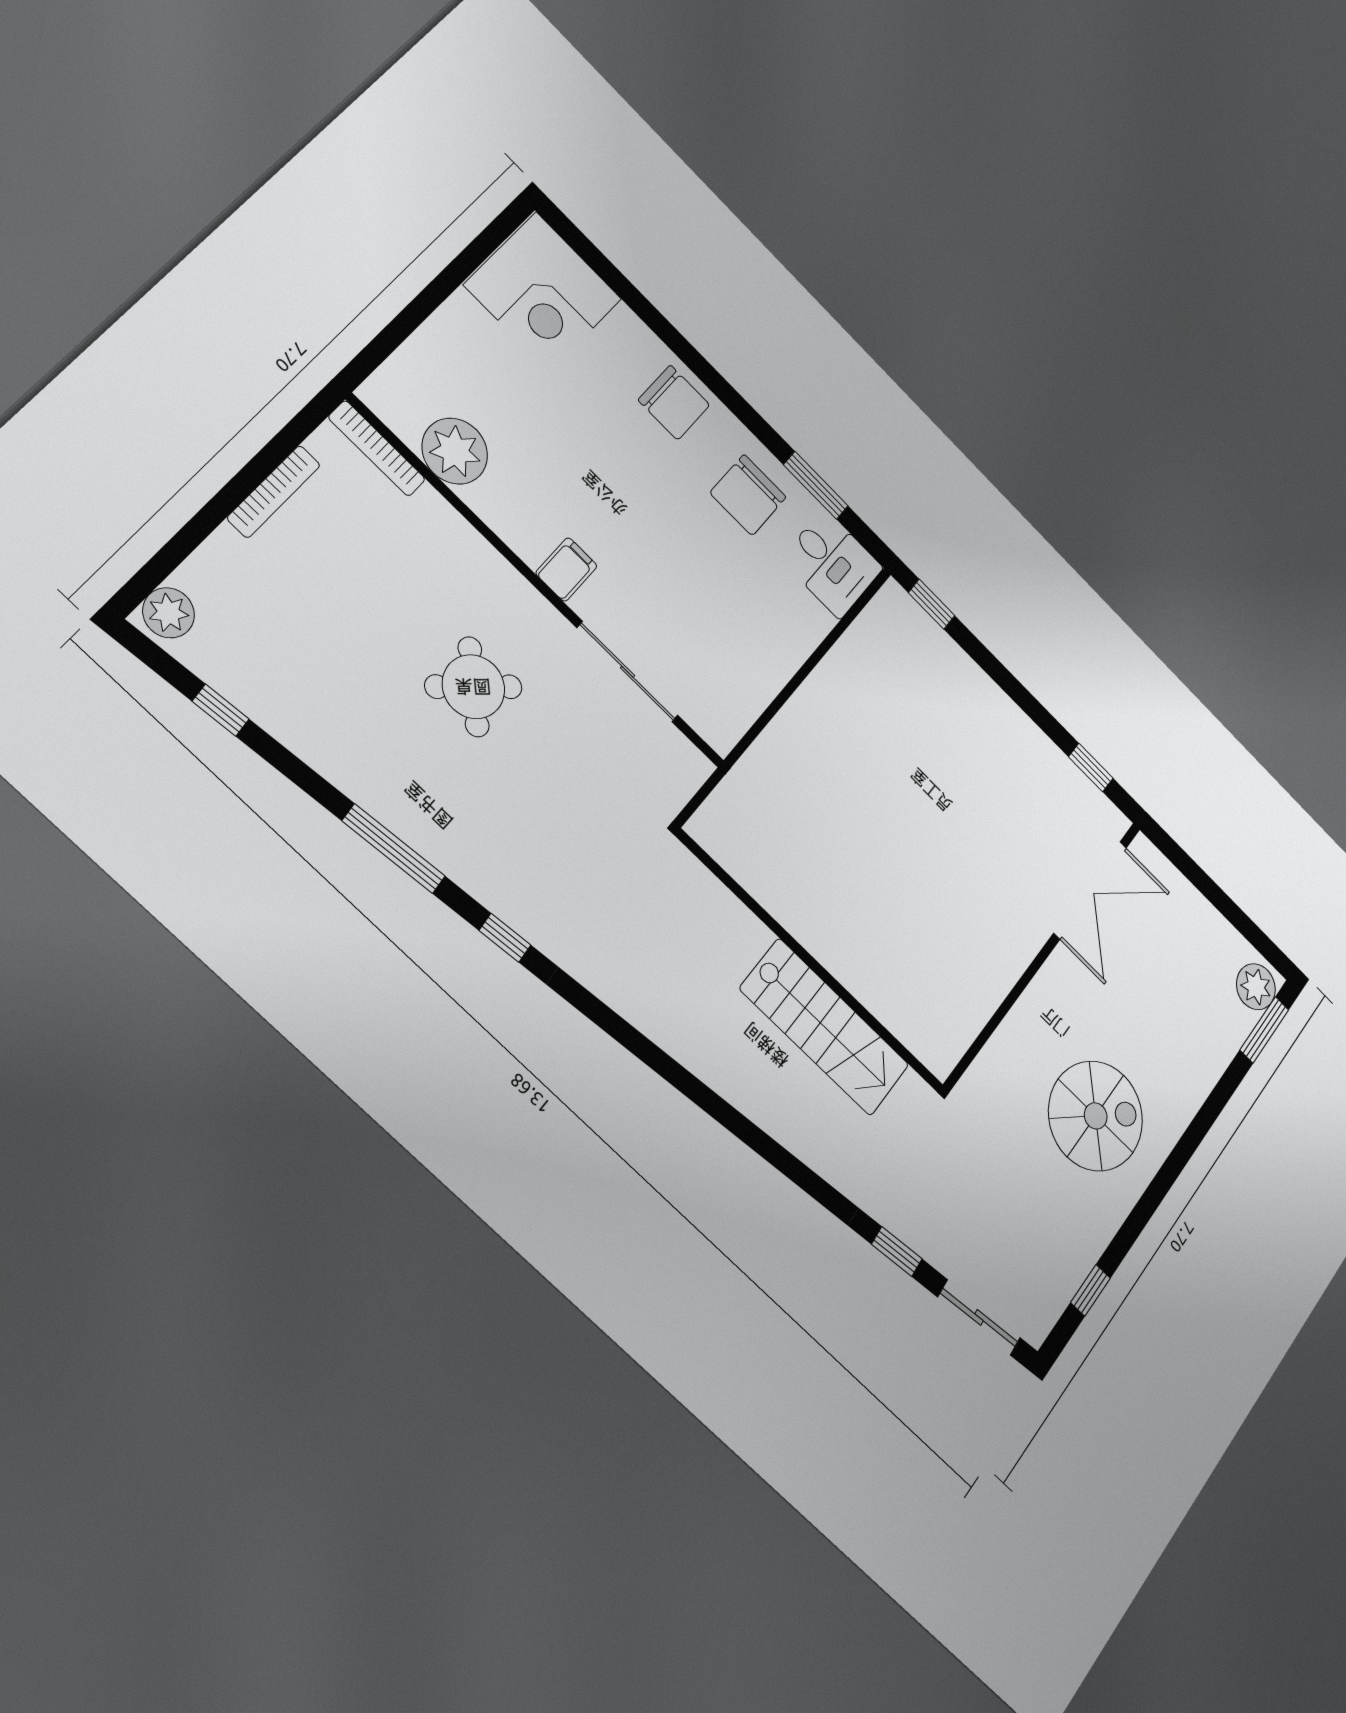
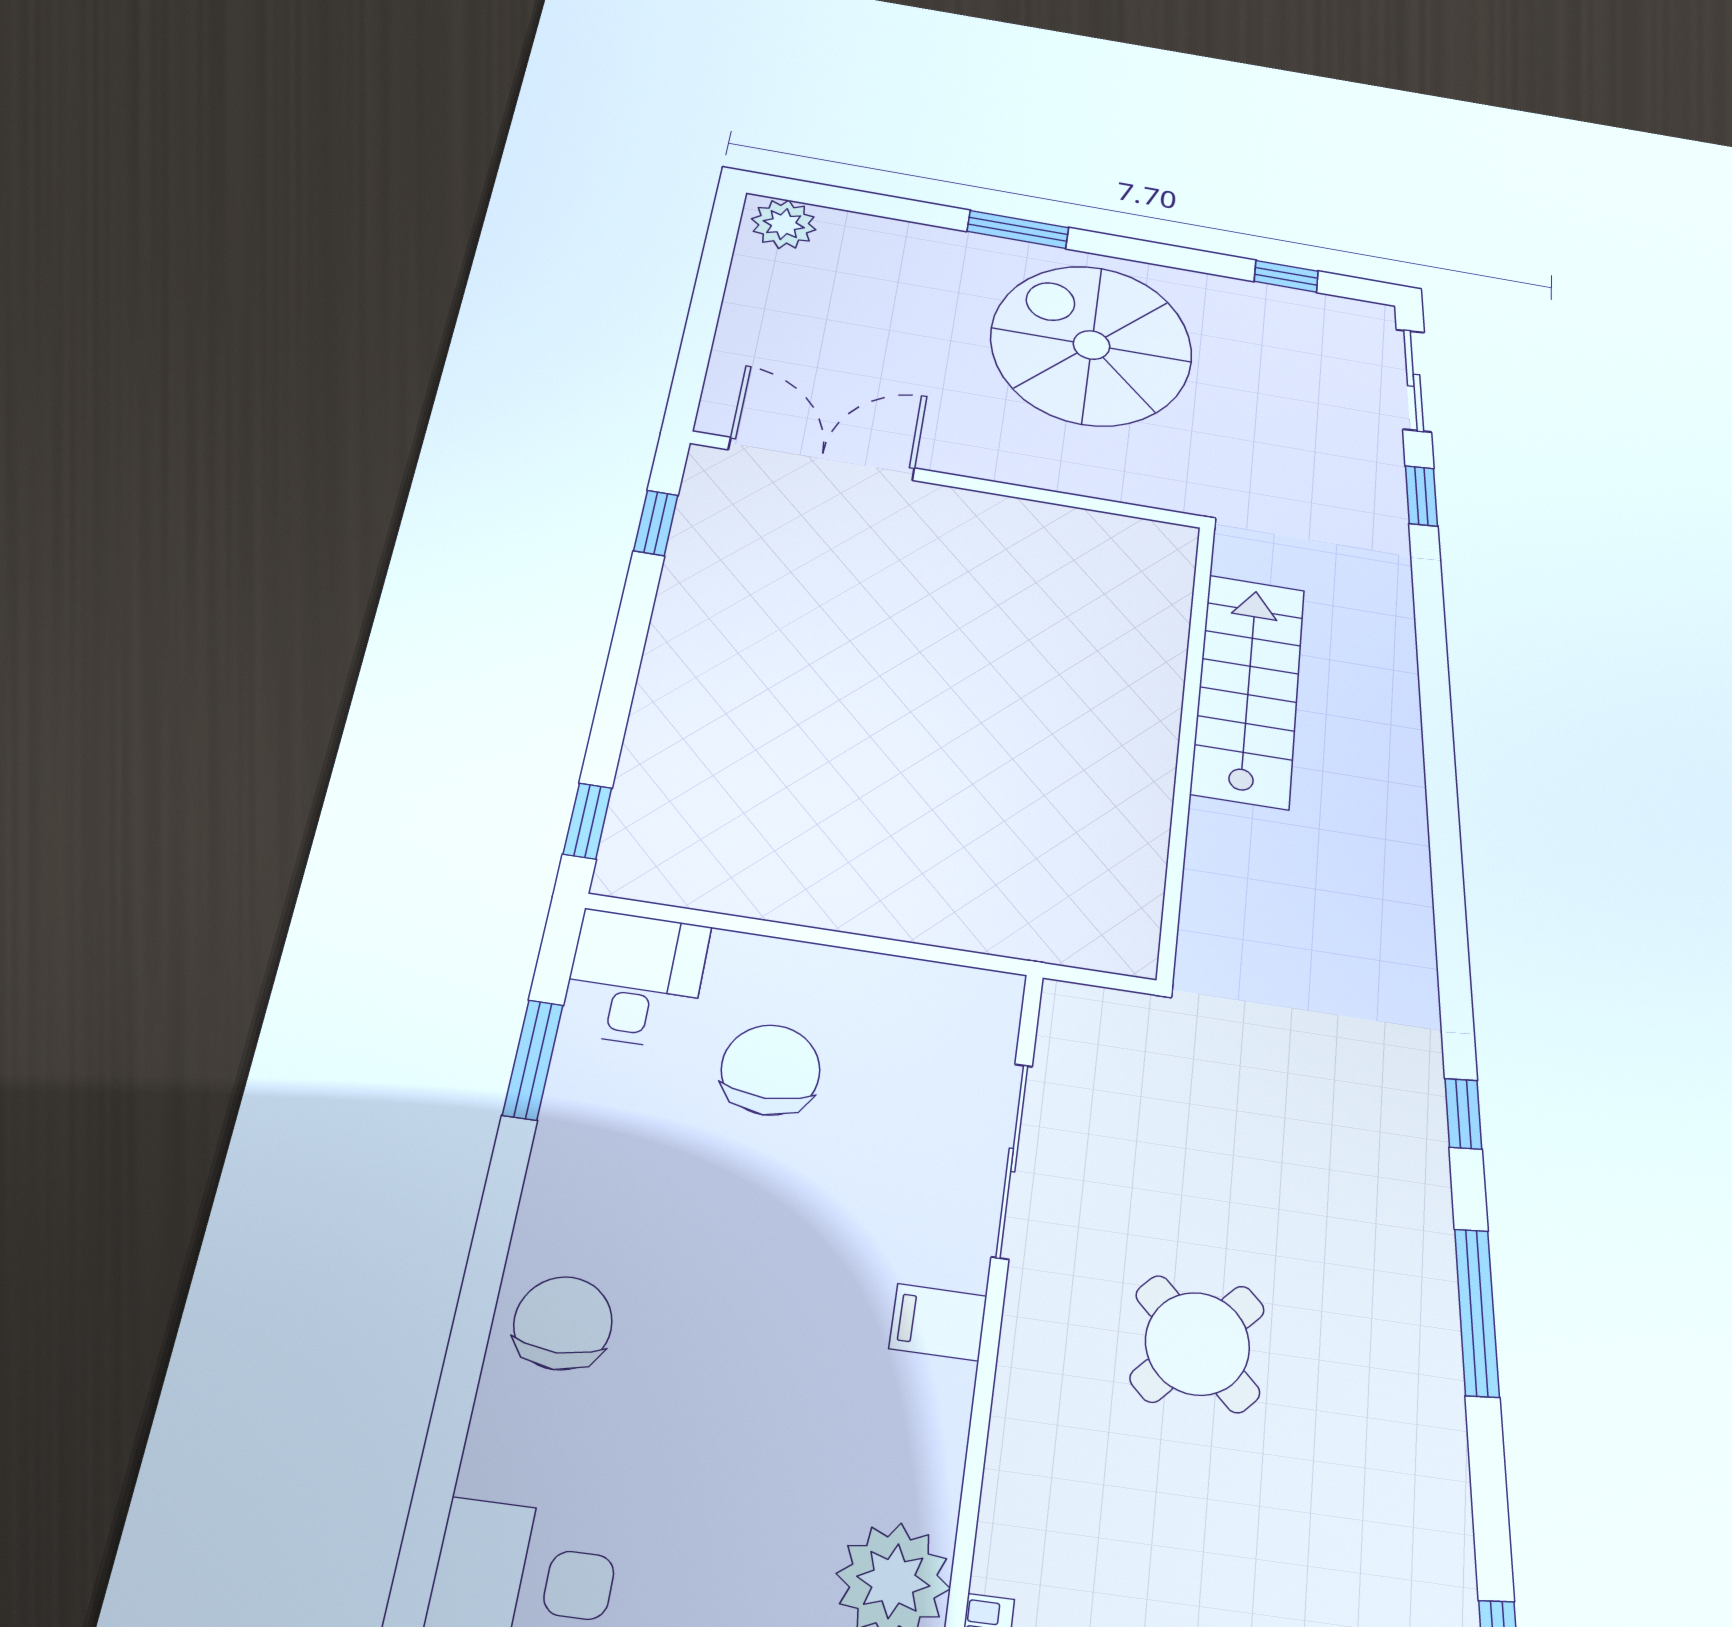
chair: (748, 495) -> (771, 1070), moved, turned -90
window: (1264, 1030) -> (1018, 229), moved
spiral stairs: (1096, 1116) -> (1091, 345), width x1.37, depth x1.37

